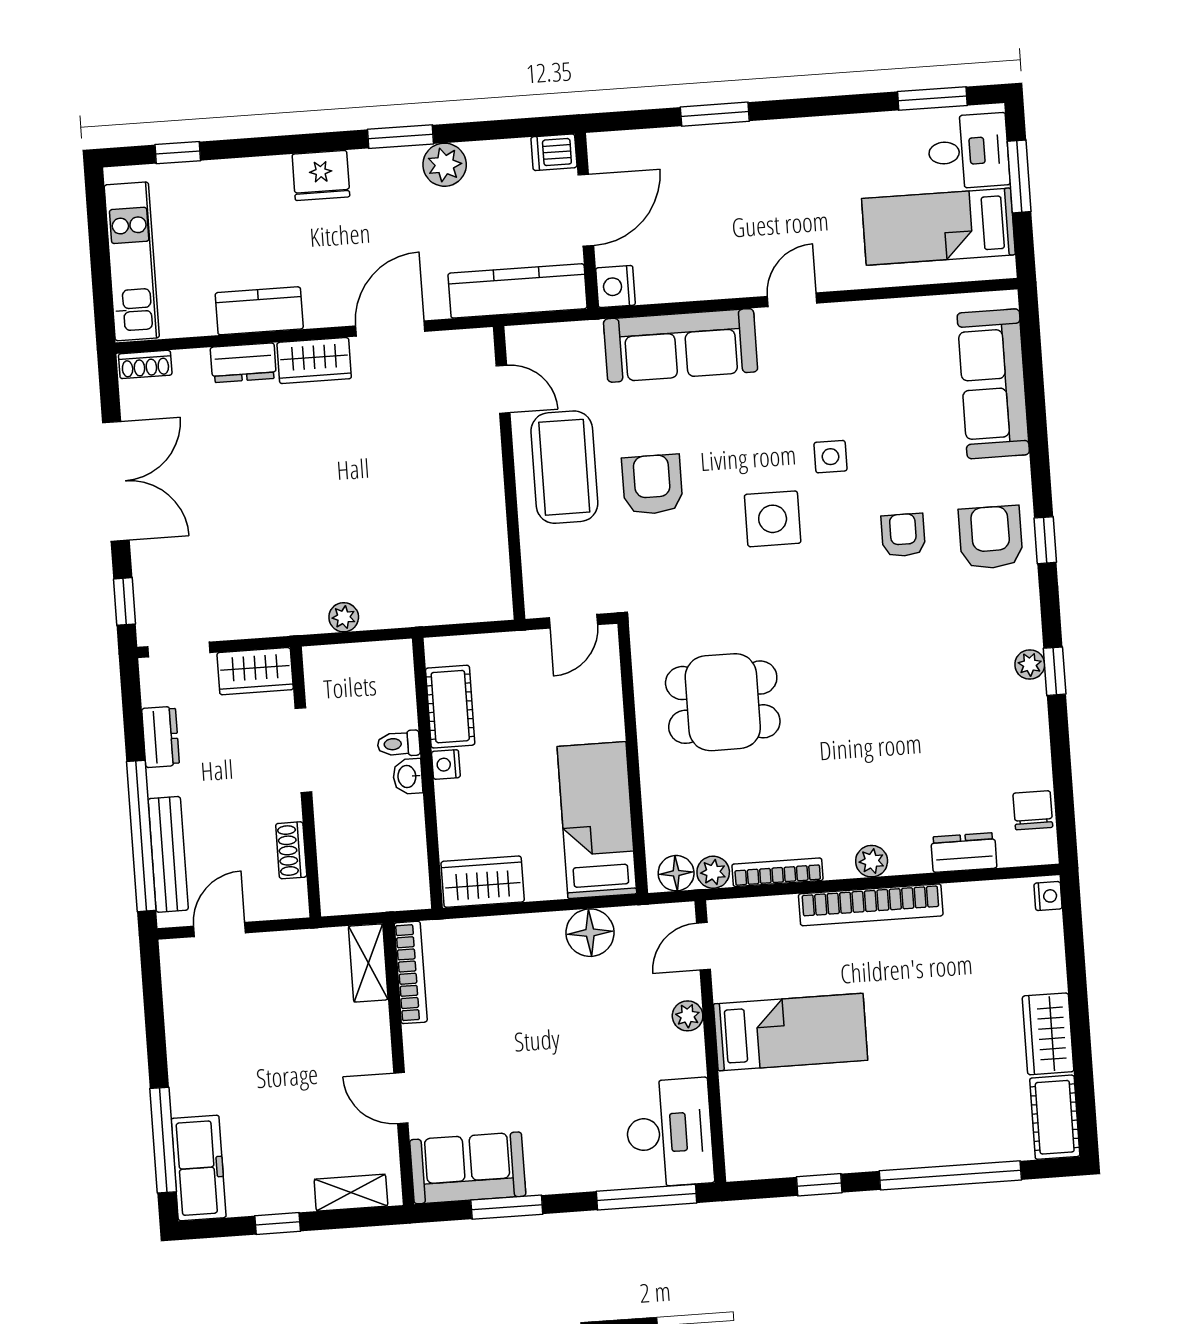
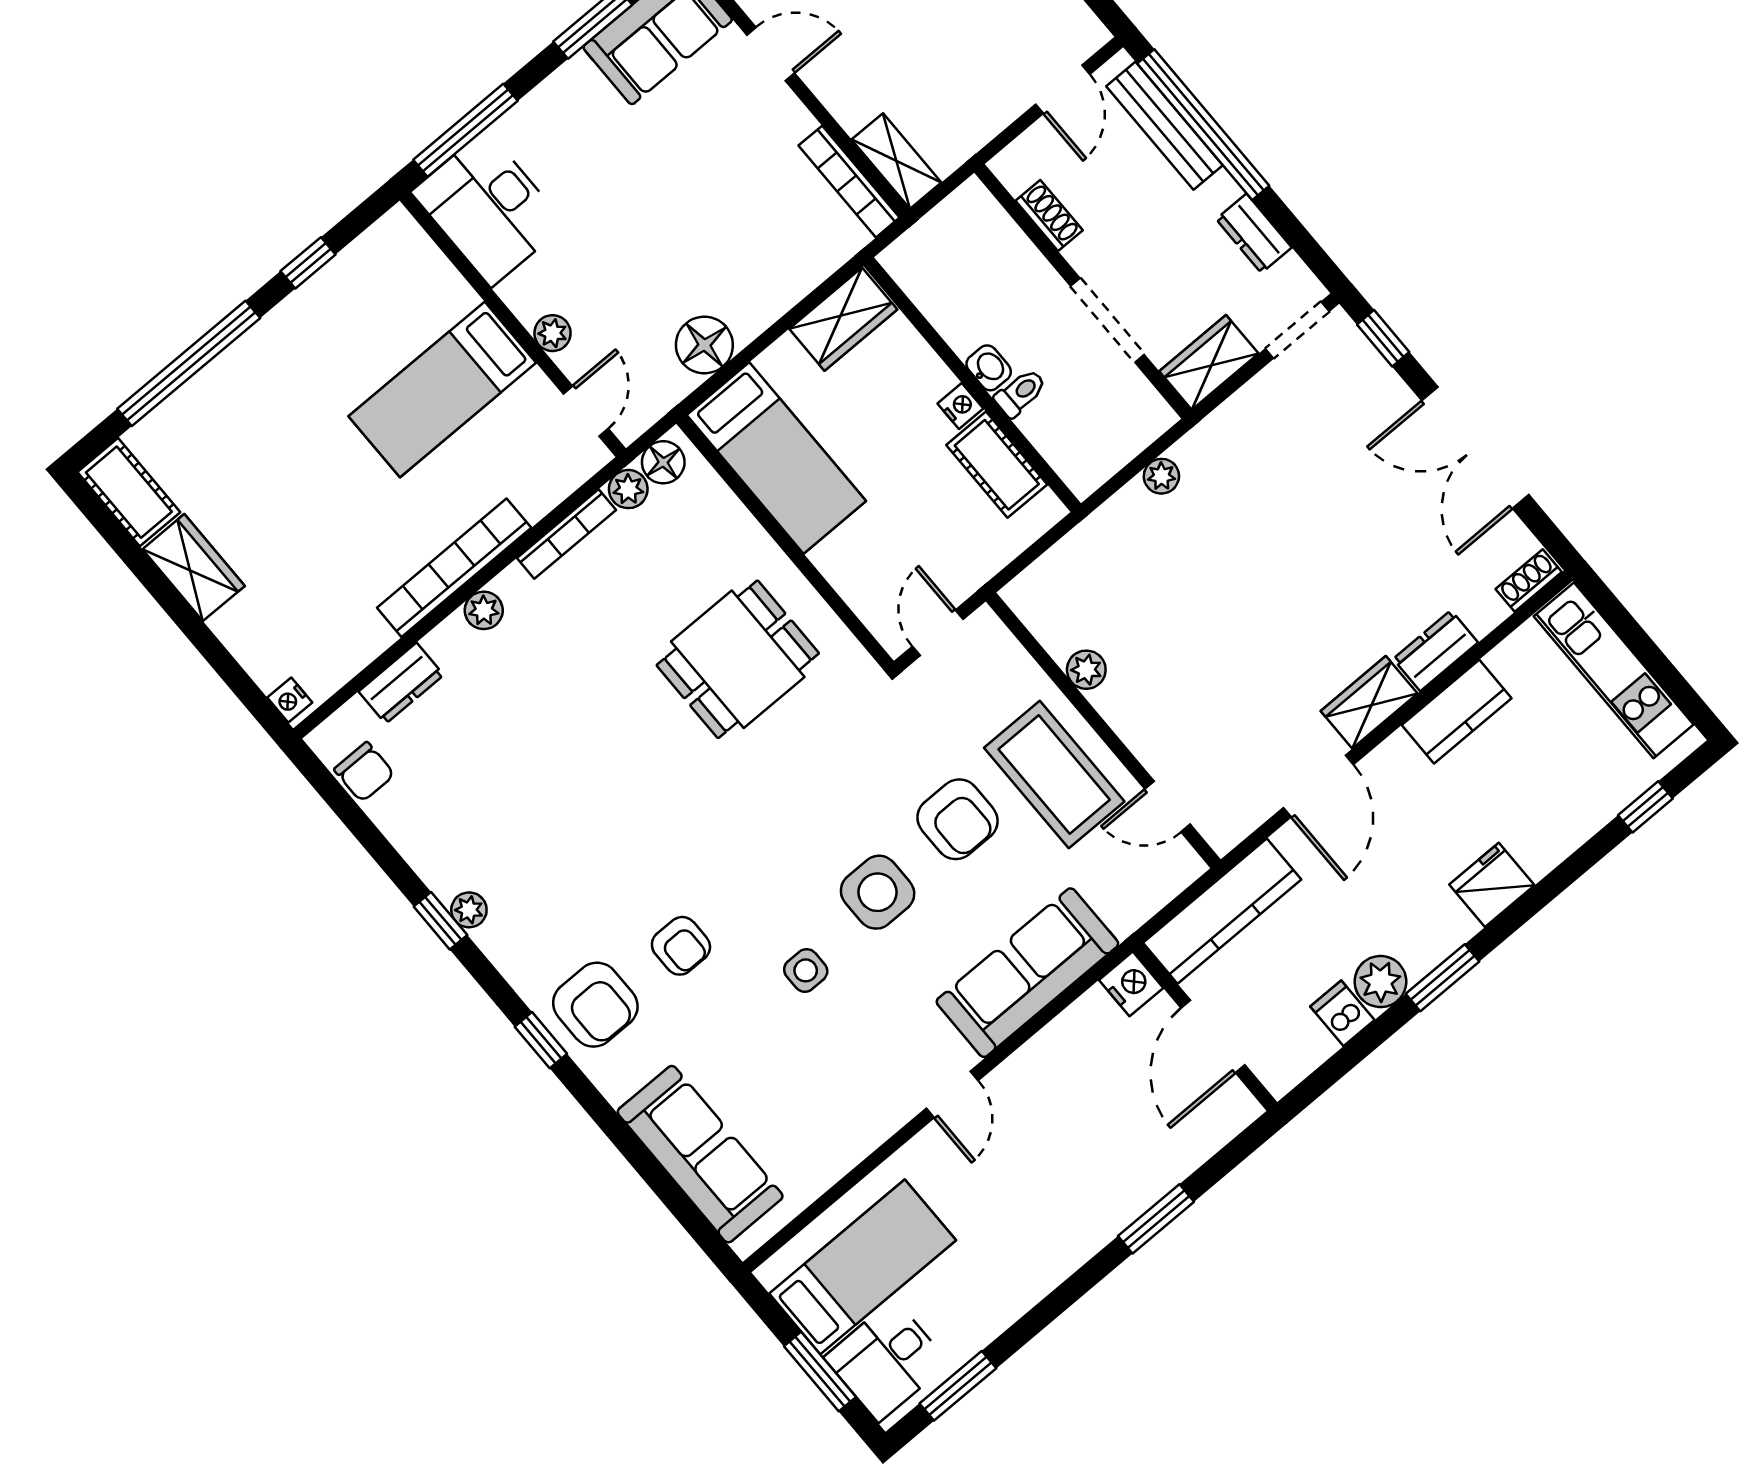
dishwasher: (554, 152) -> (1342, 1013), moved, turned -90
side table: (773, 519) -> (878, 892), moved
plant: (491, 523) -> (1086, 670), added

